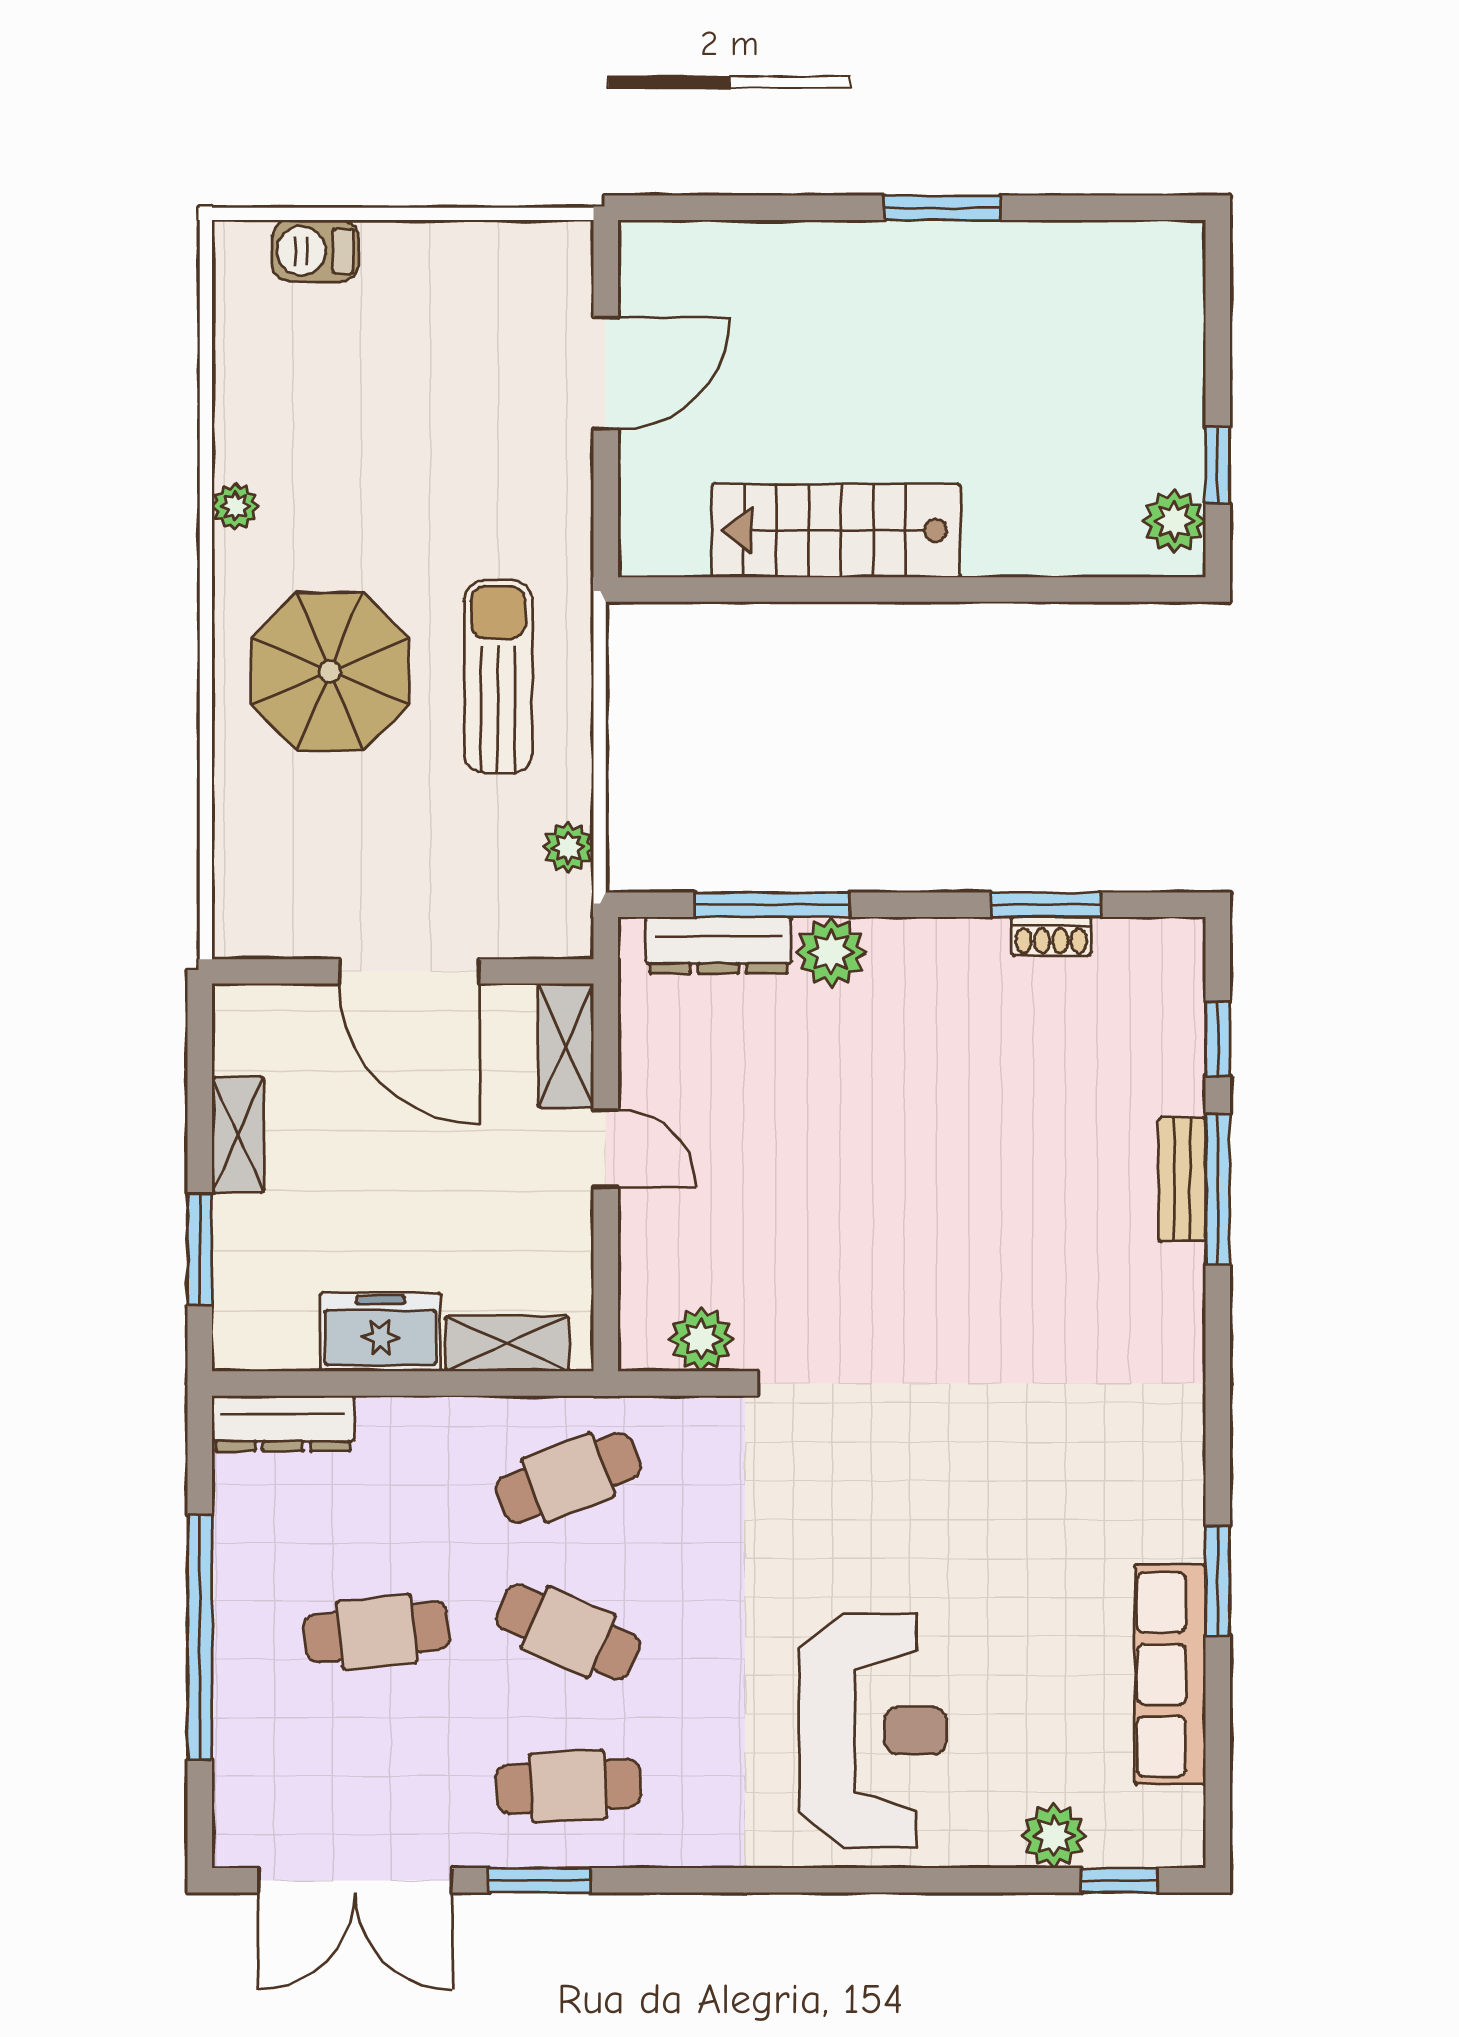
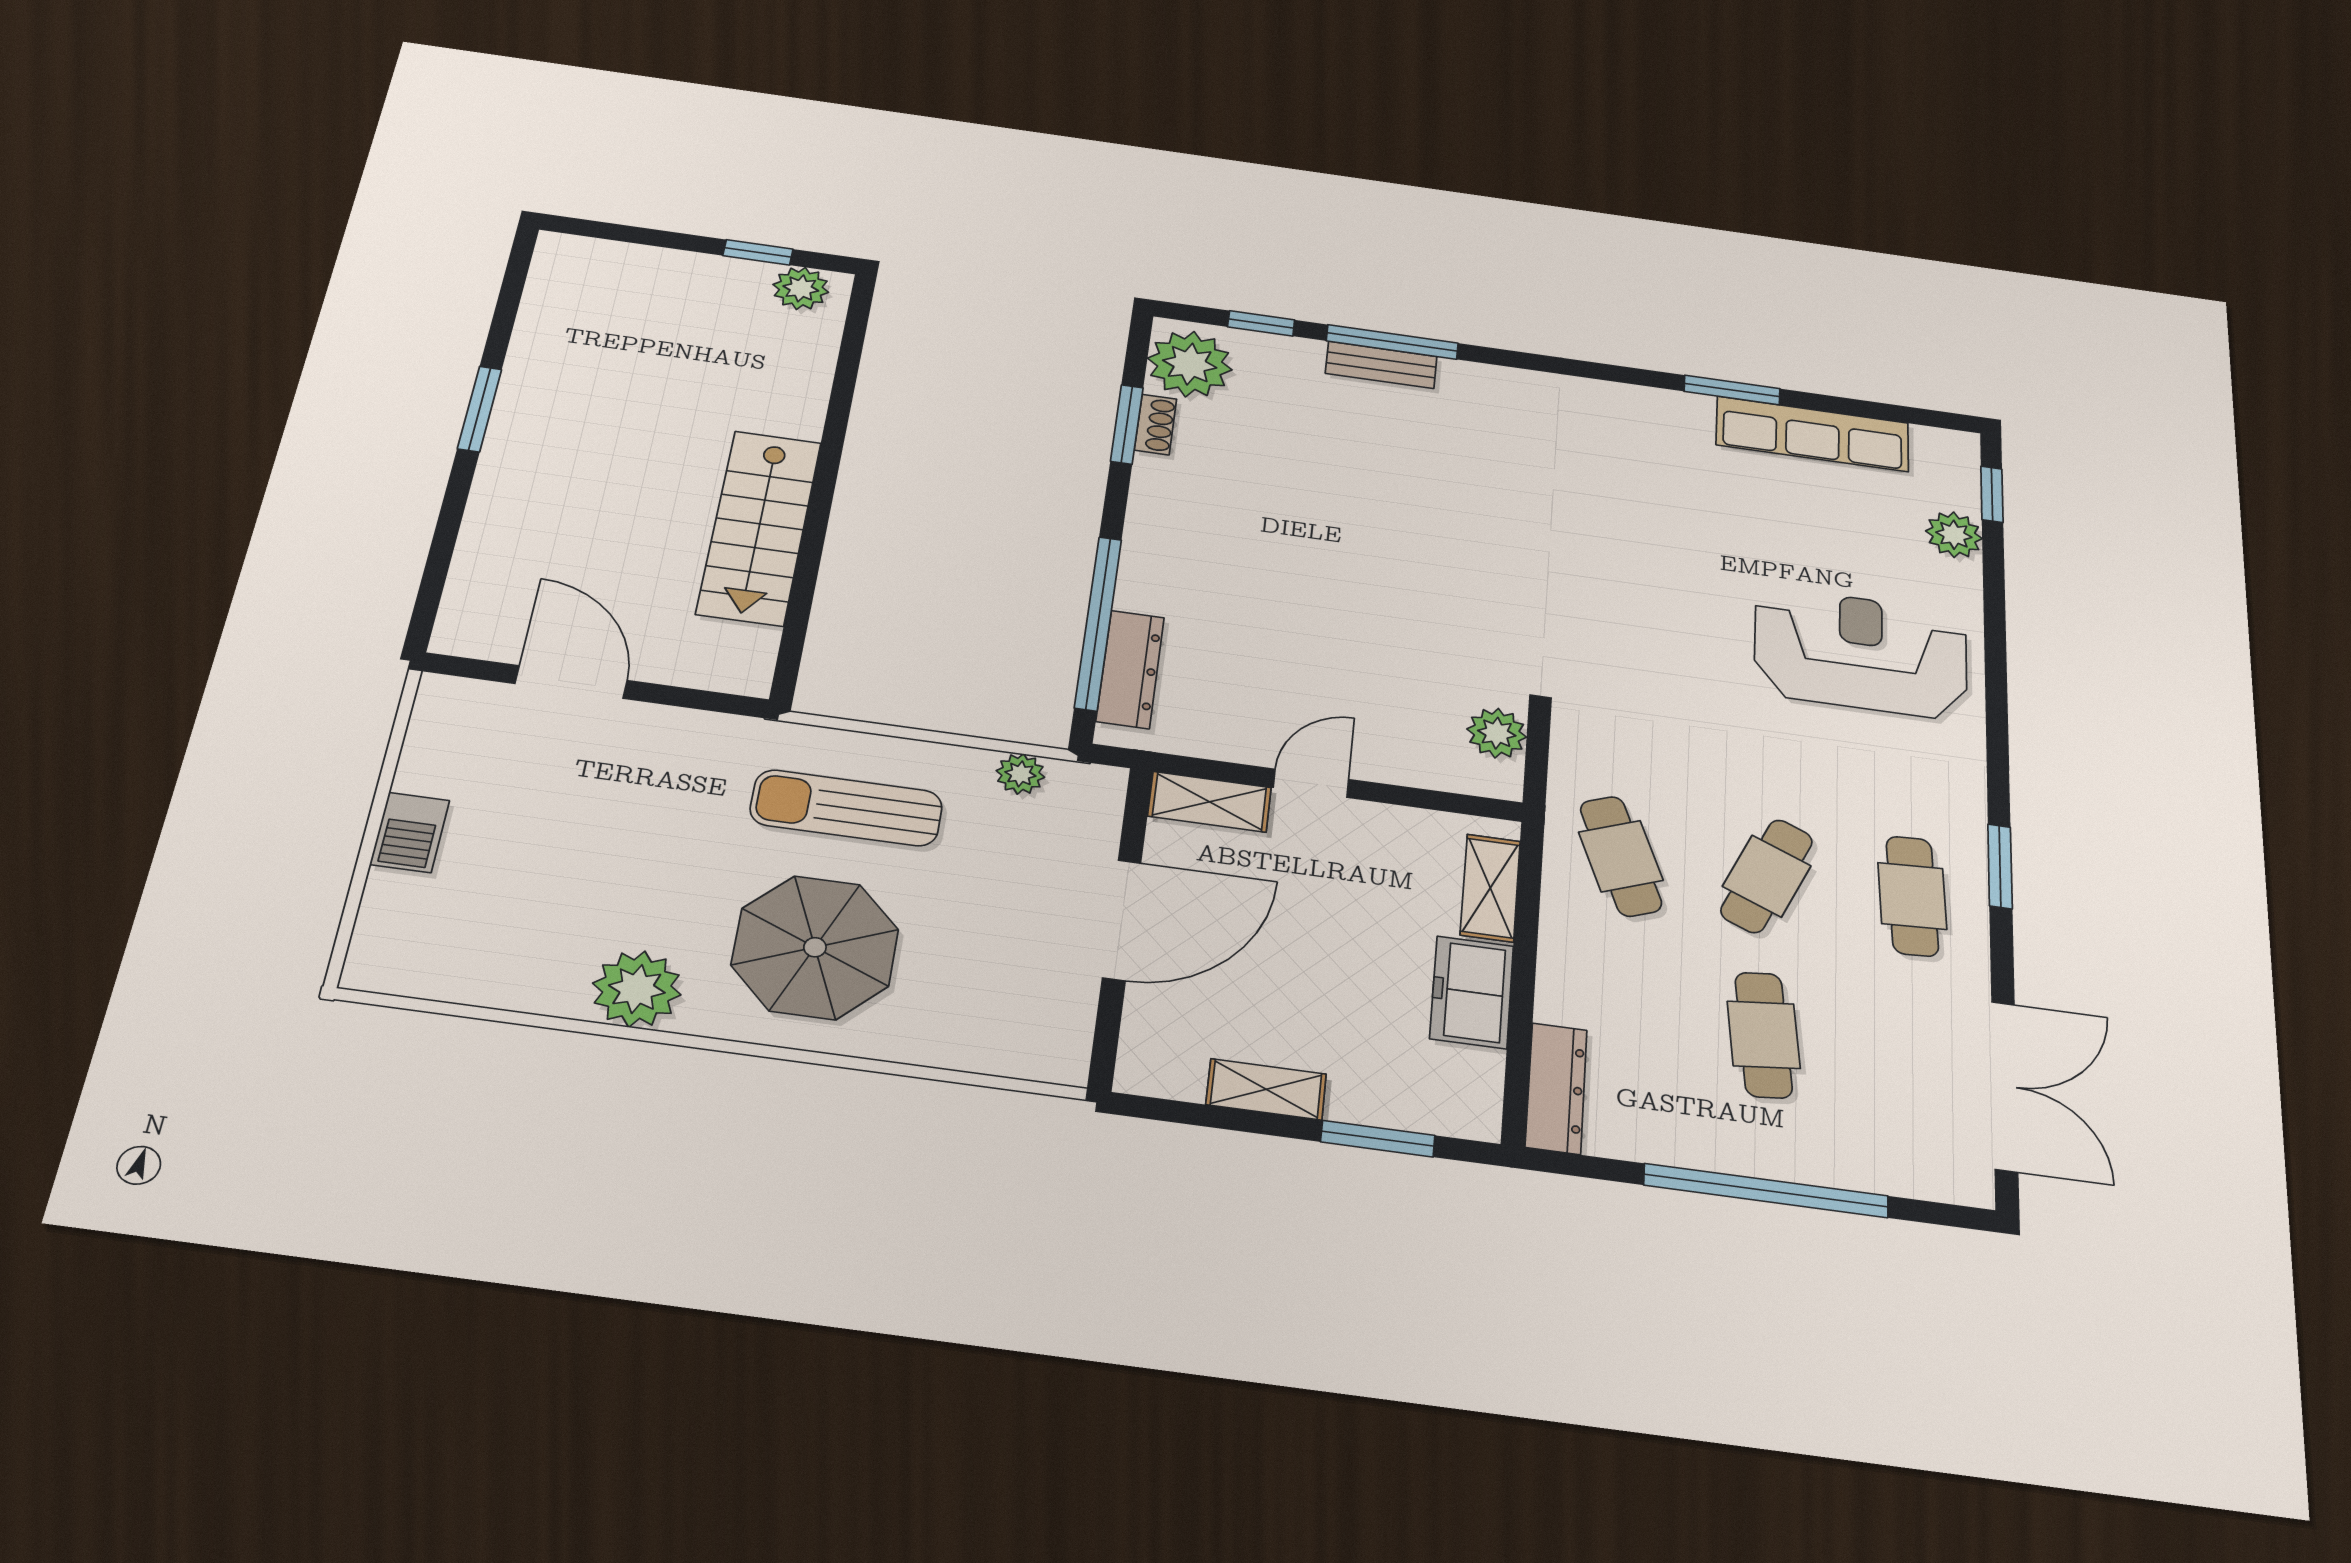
barbecue: (315, 251) -> (410, 832), moved
plant: (235, 507) -> (637, 989), width x1.88, depth x1.88
window: (773, 905) -> (1098, 623), width x1.46
plant: (831, 952) -> (1190, 364), moved, width x1.36, depth x1.36
window: (540, 1880) -> (2000, 866), moved

